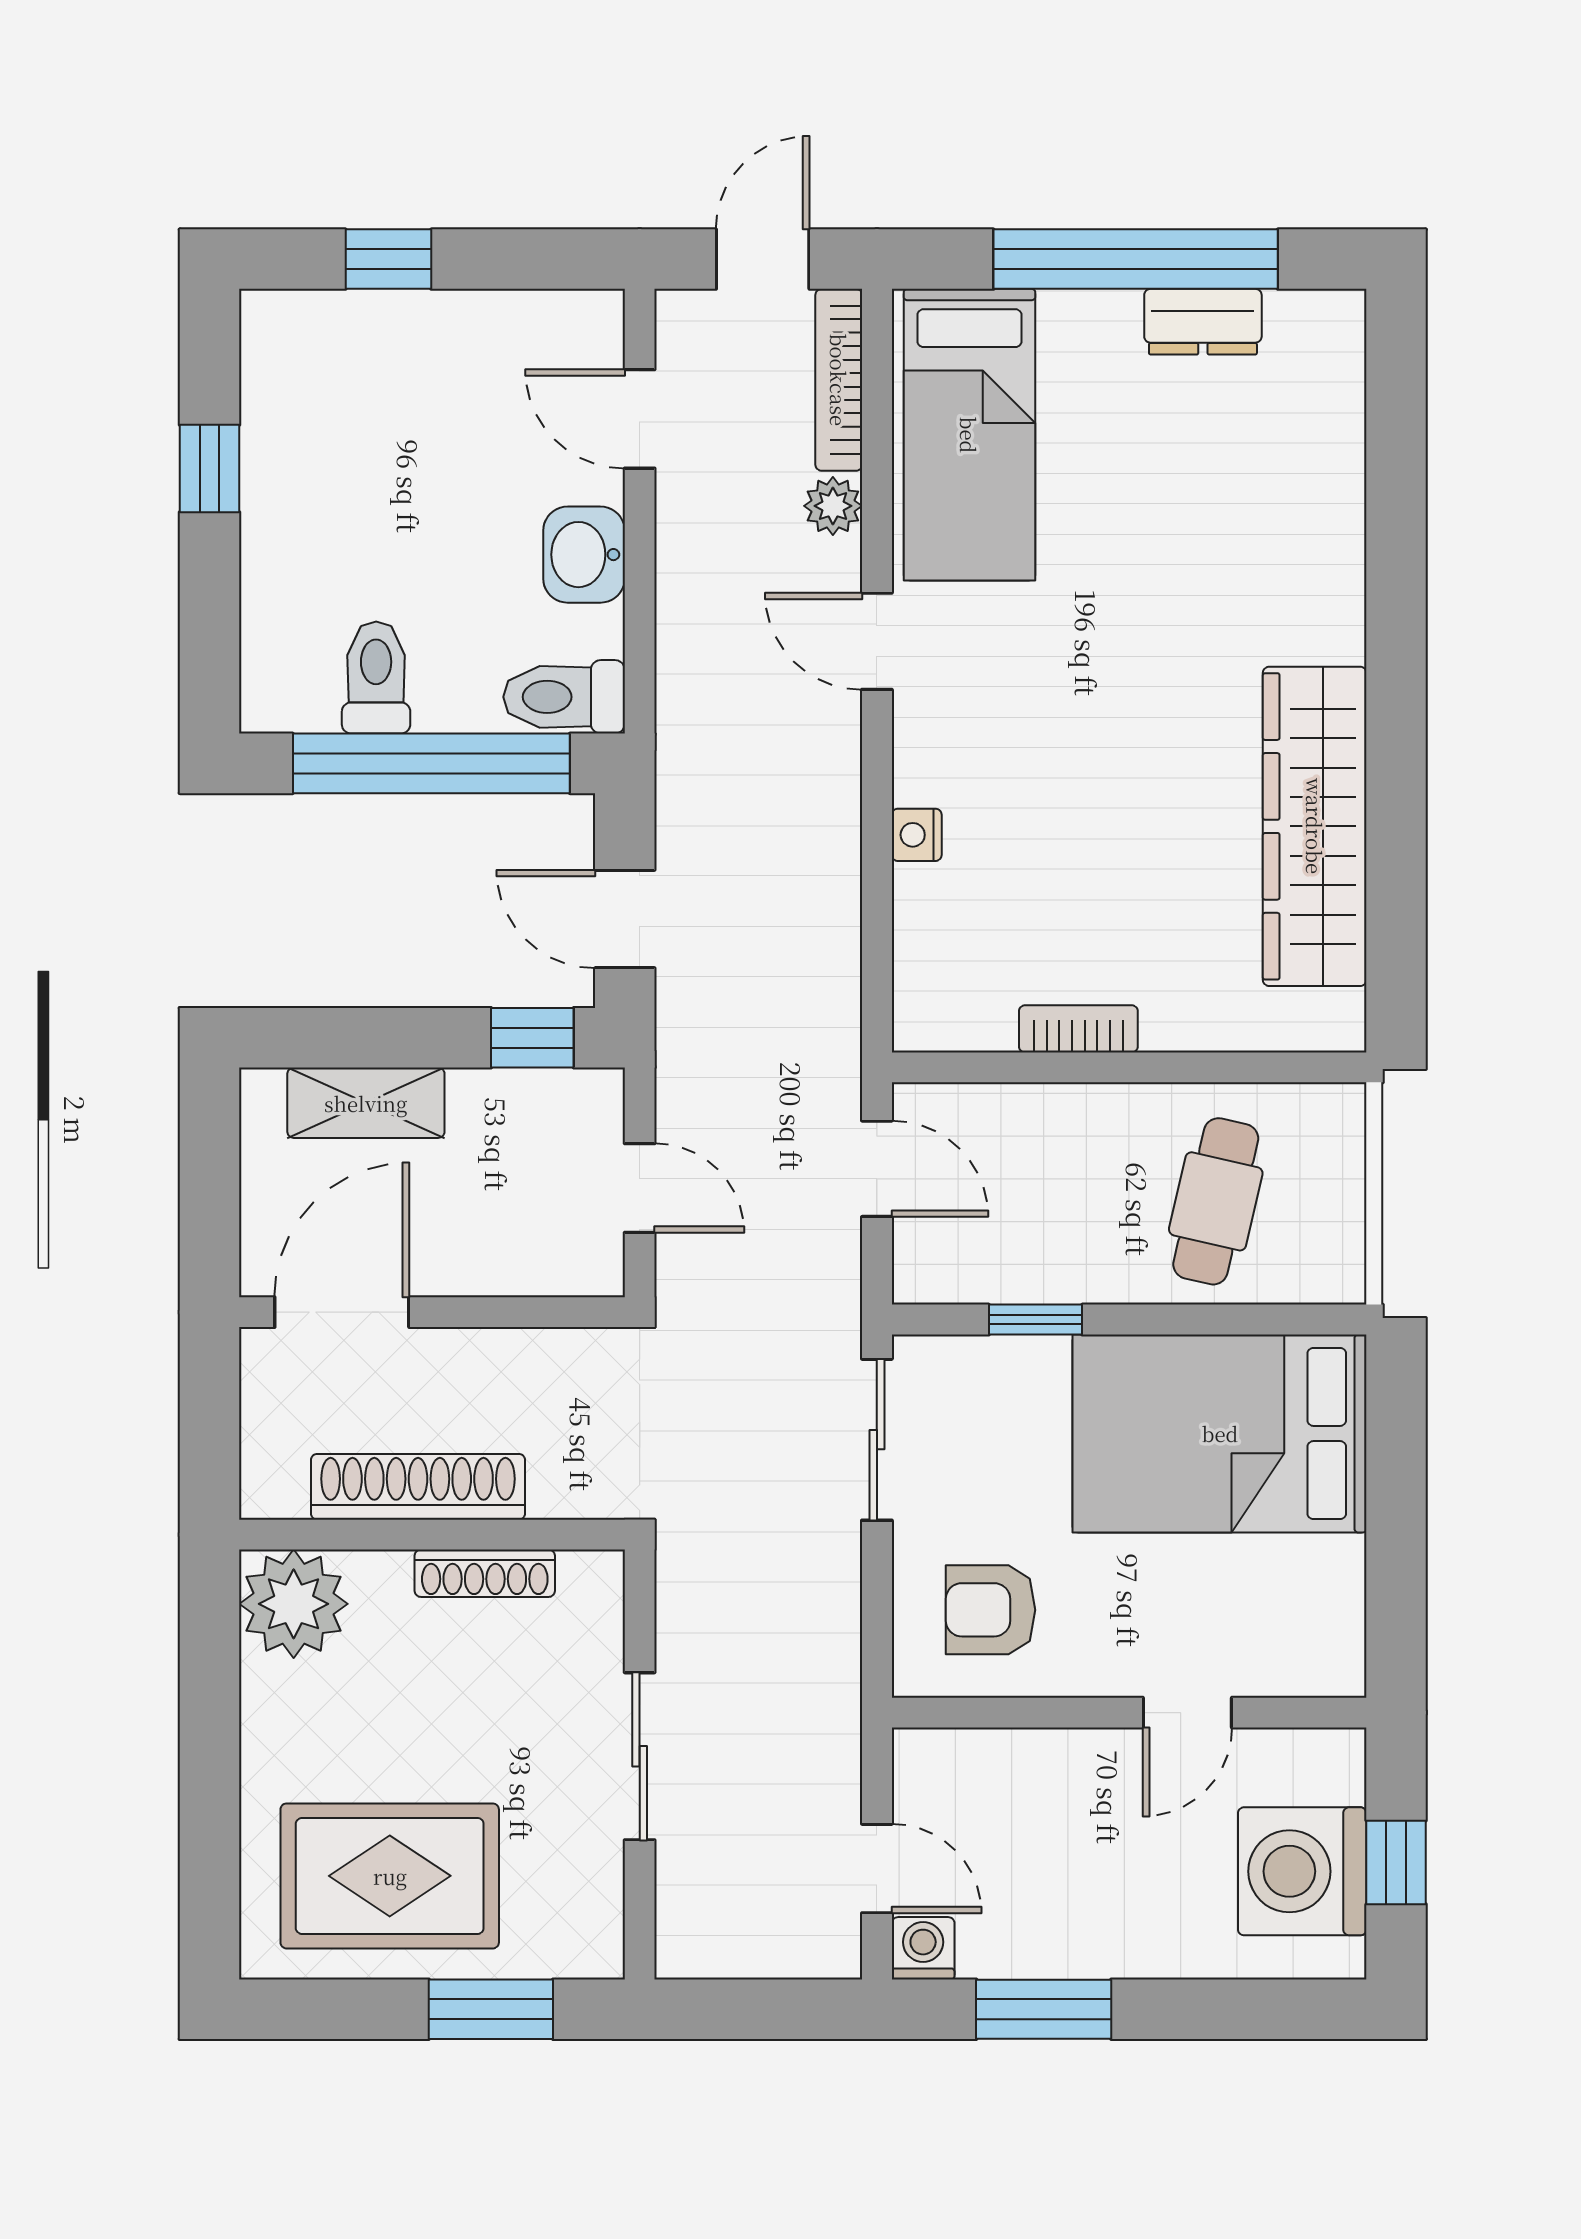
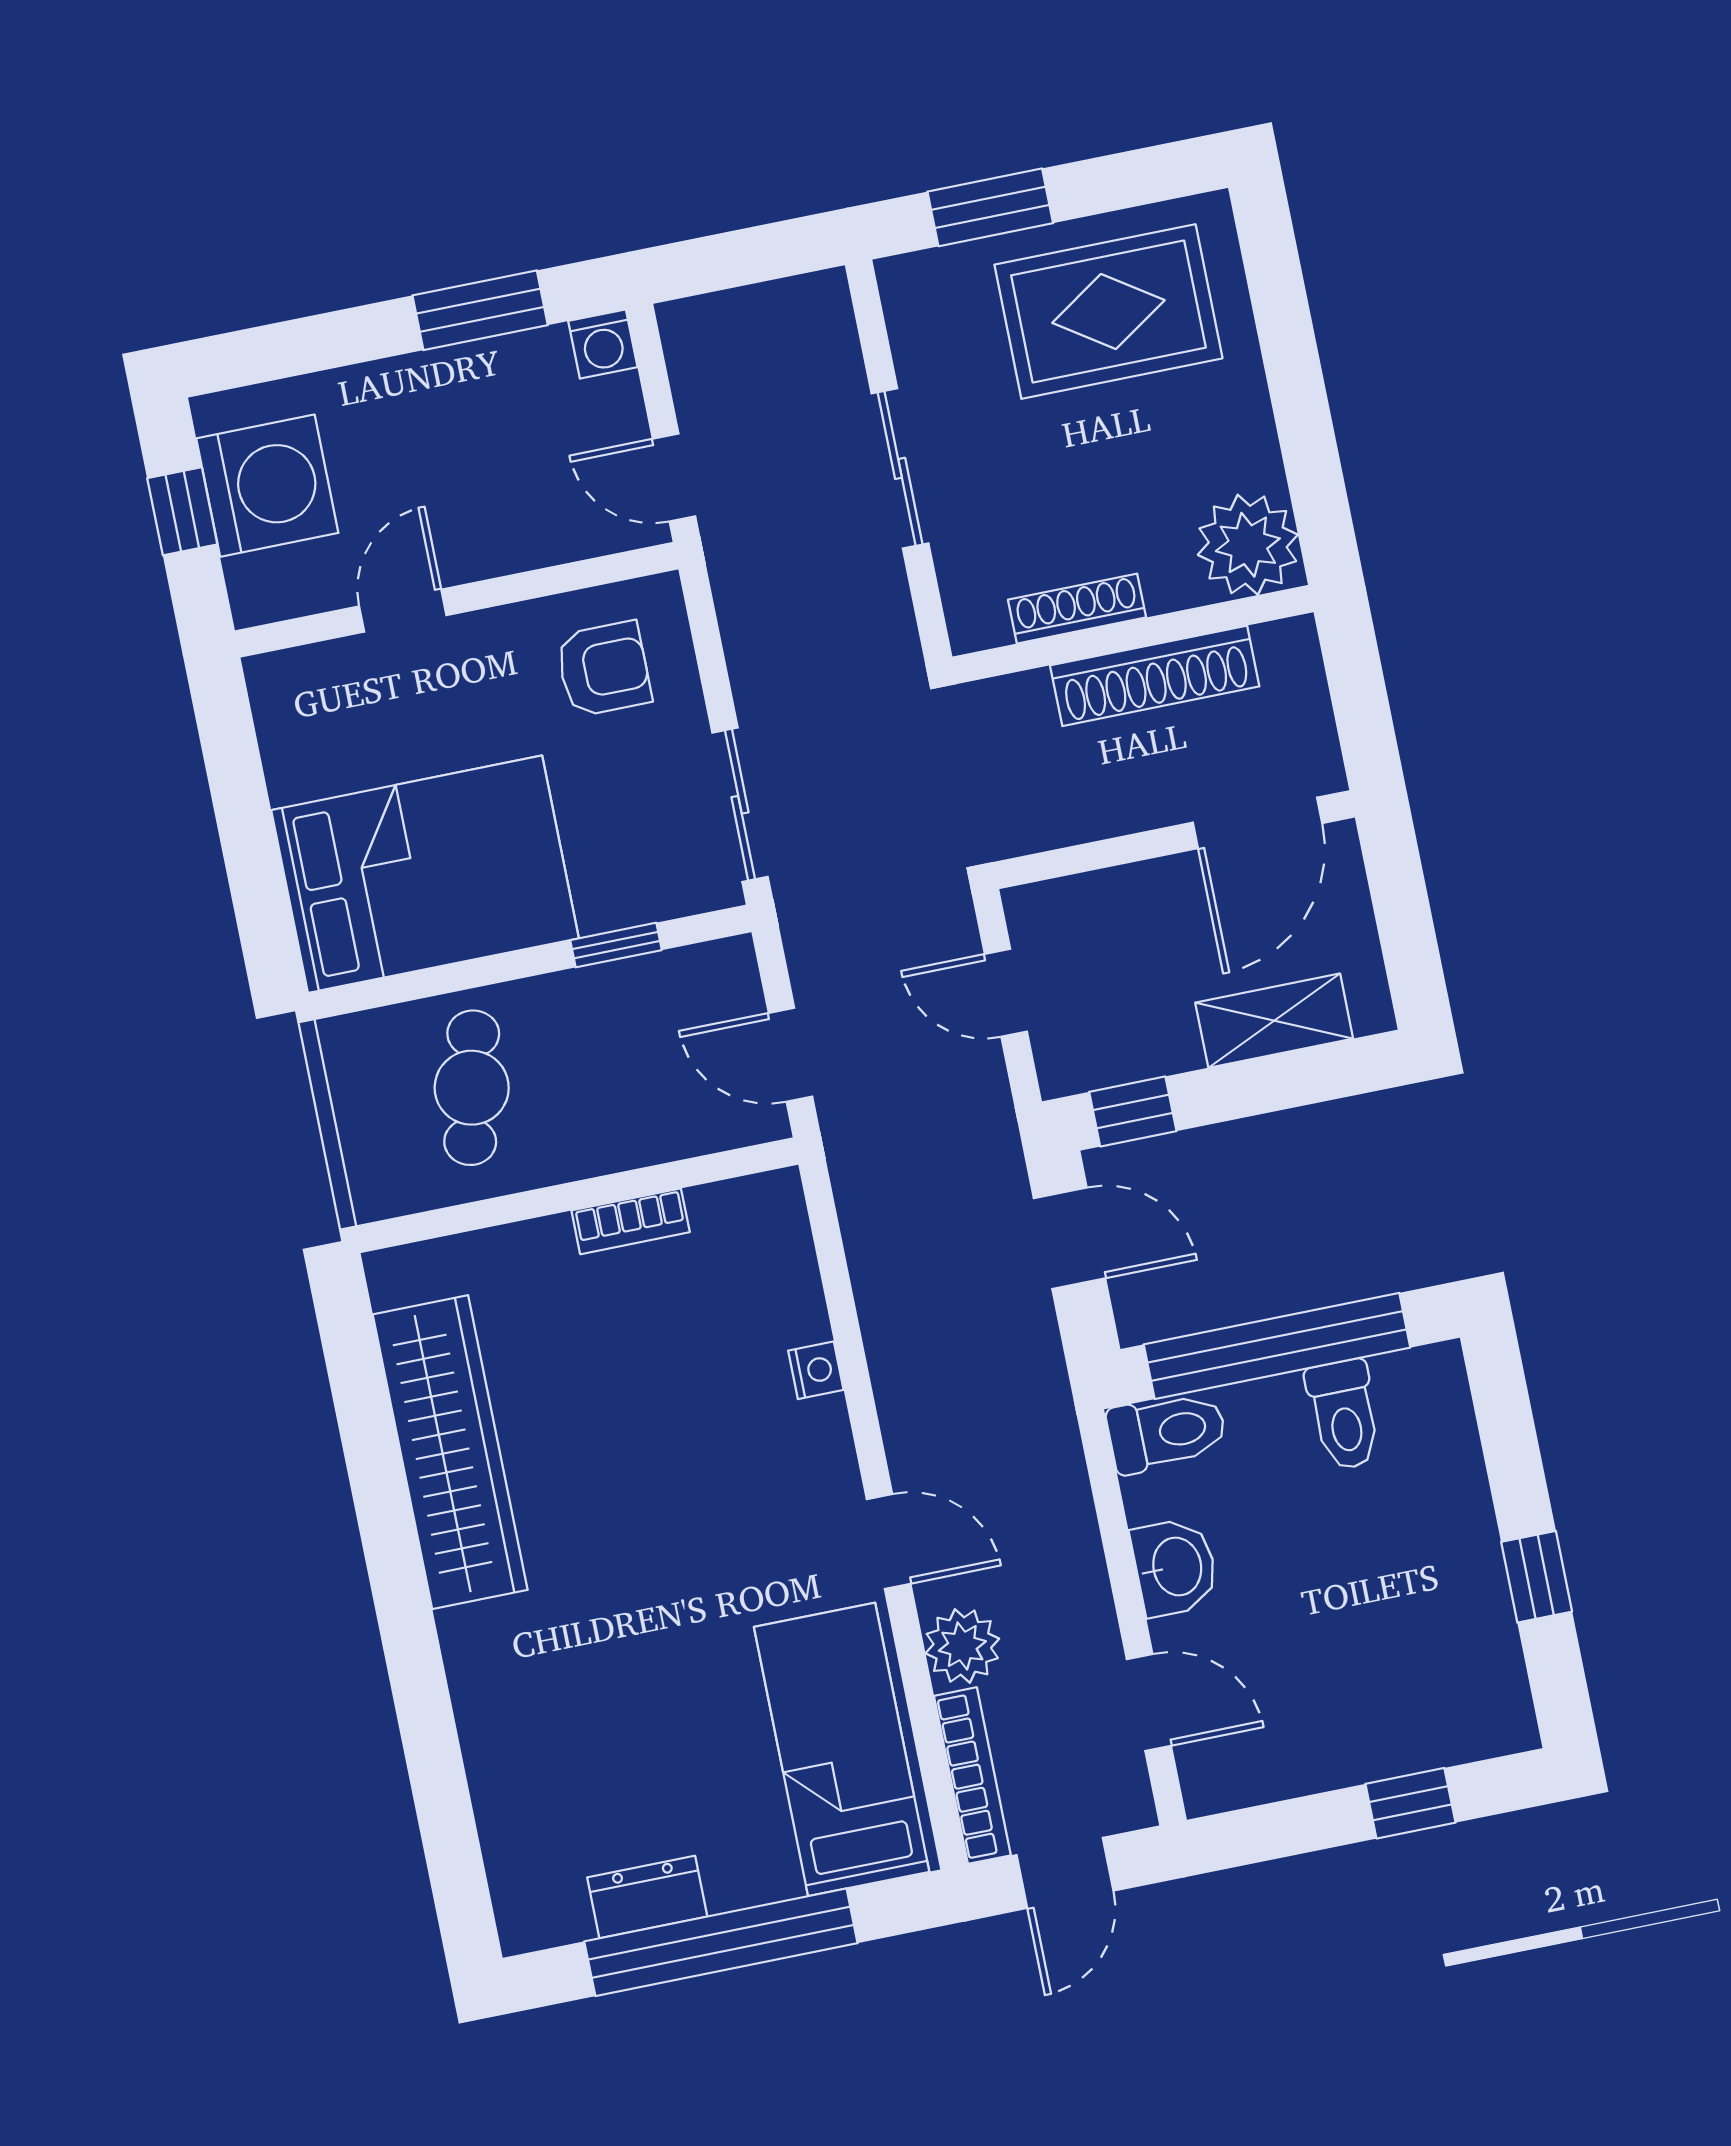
plant: (833, 506) -> (962, 1646), width x1.38, depth x1.38
door: (877, 1869) -> (674, 478), moved

